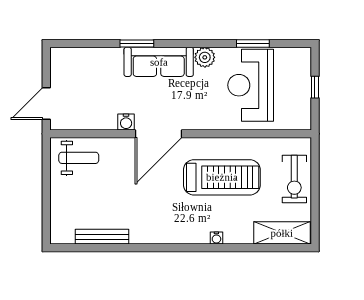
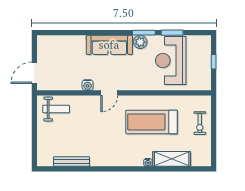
window: (137, 44) -> (144, 33), moved
door: (159, 134) -> (109, 93), width x0.53
treadmill: (222, 177) -> (151, 122), turned 180
exercise bike: (294, 179) -> (200, 123), width x0.73, depth x0.72
shelving: (282, 233) -> (172, 159), moved

